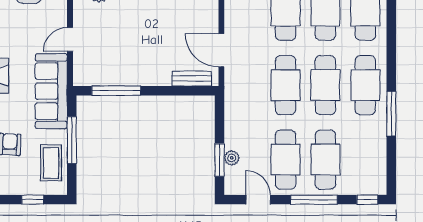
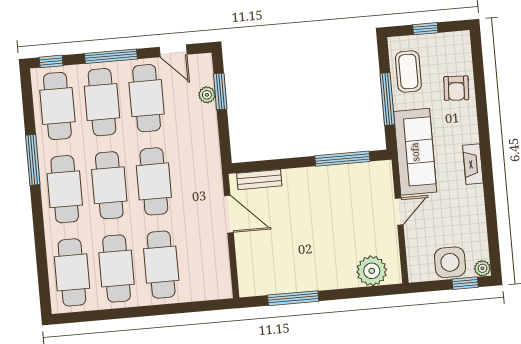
cafe table: (365, 160) -> (57, 106), added

